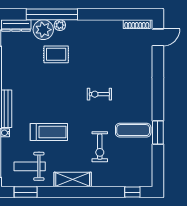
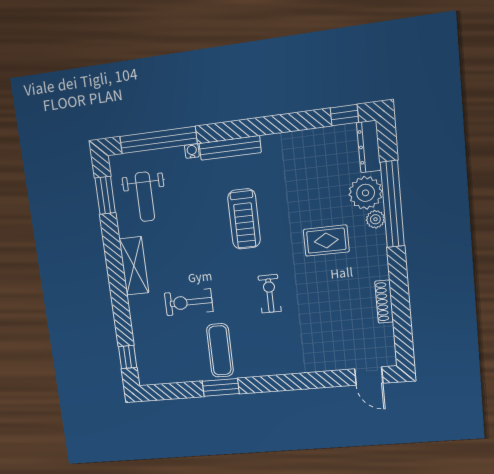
shoe rack: (137, 24) -> (384, 302), moved
rug: (56, 54) -> (326, 241), moved, turned 90
treadmill: (49, 132) -> (244, 219), moved
weight bench: (30, 166) -> (145, 197), turned 180

